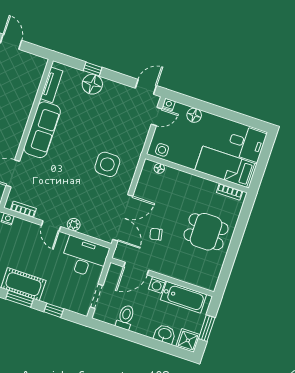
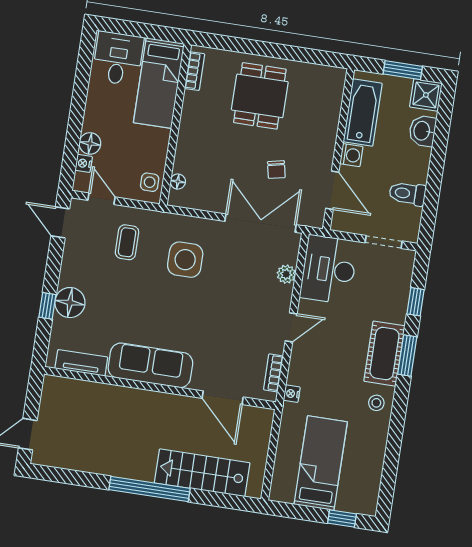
nightstand: (169, 104) -> (84, 163), moved
coffee table: (125, 128) -> (127, 242), added
plant: (74, 225) -> (286, 274), moved

